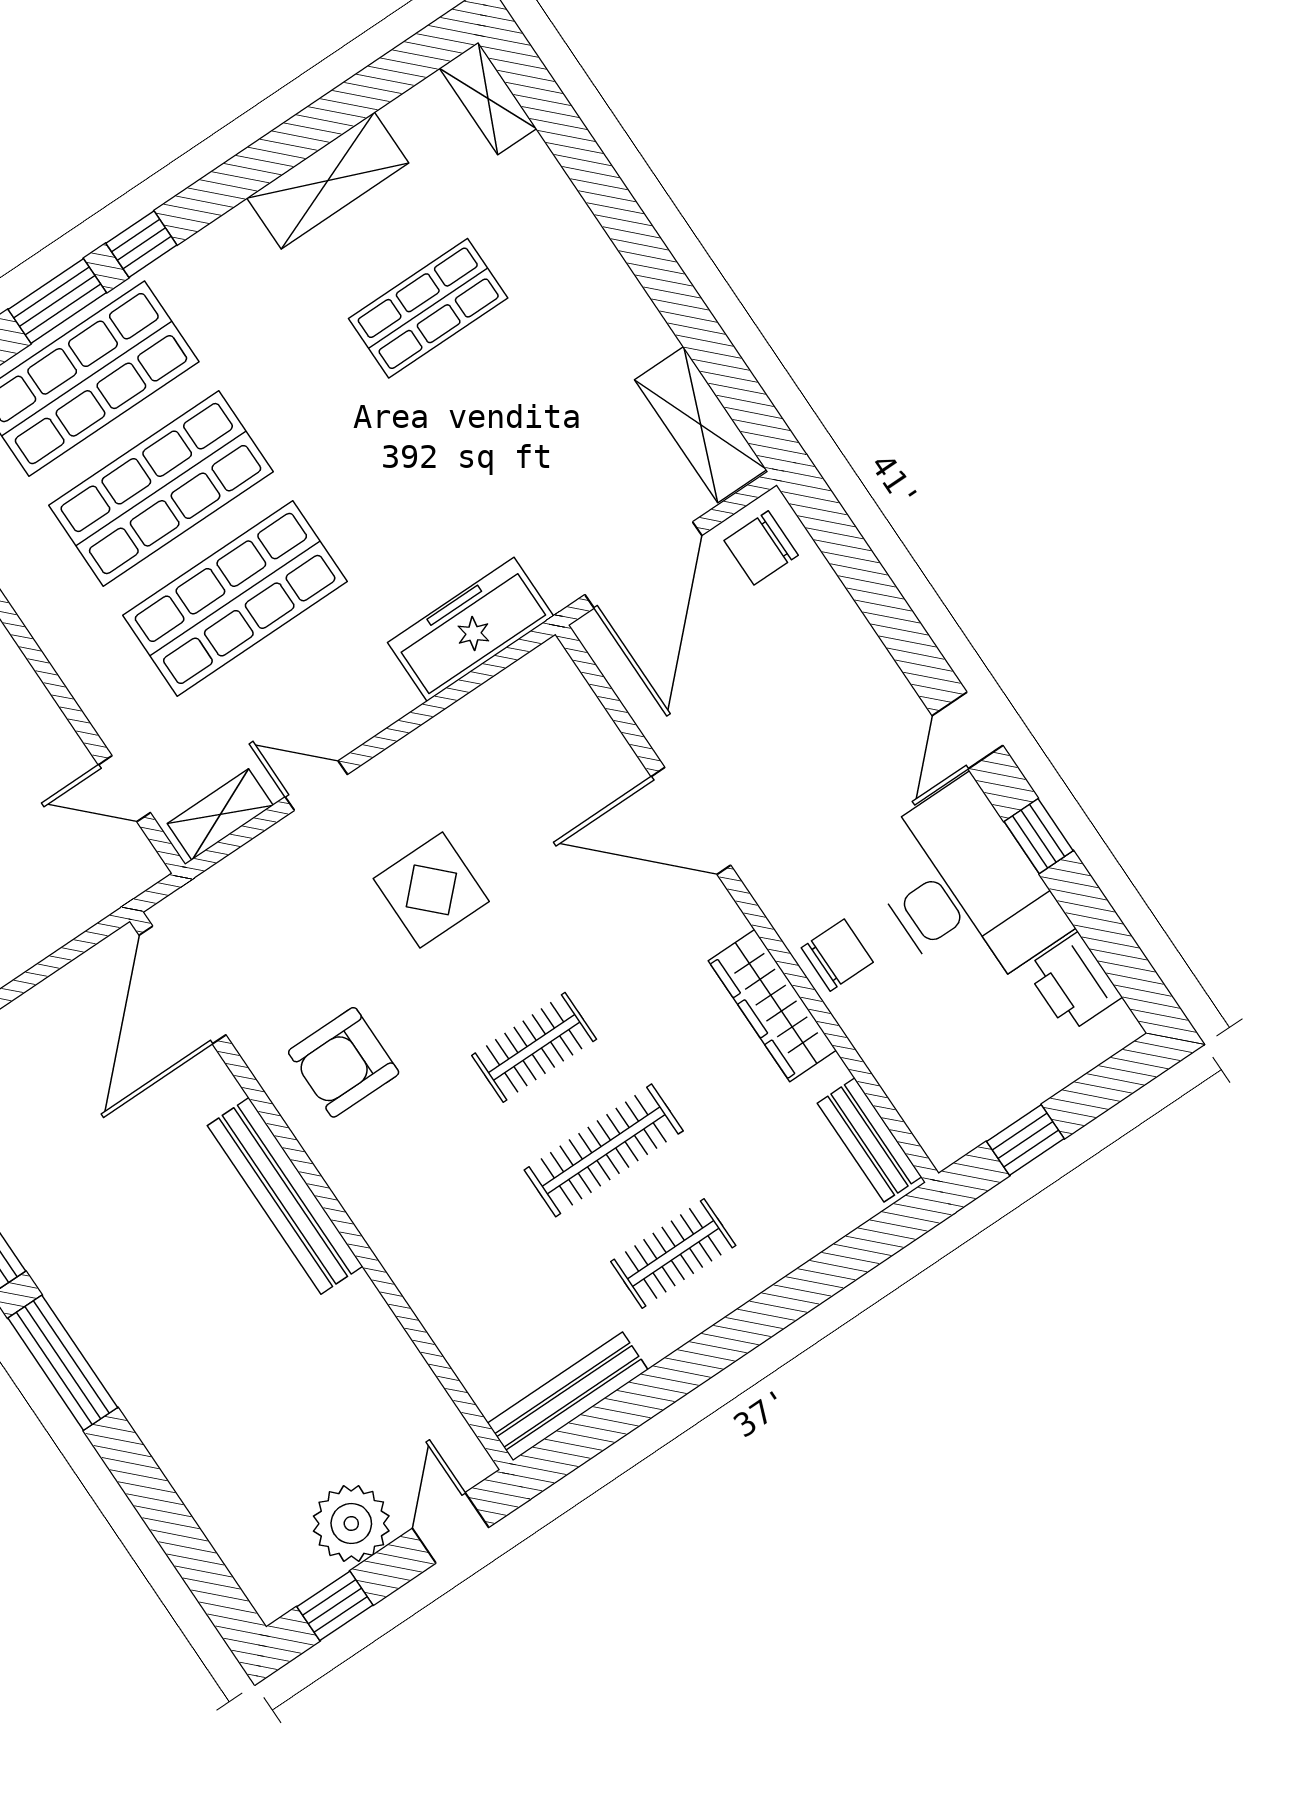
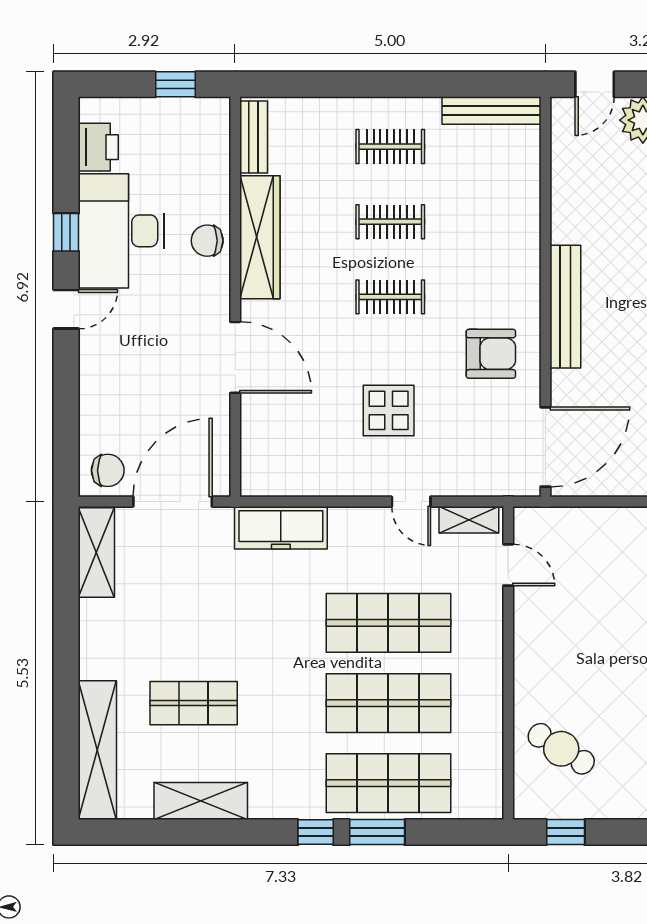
shelving: (488, 98) -> (97, 750), width x2.20, depth x1.33
wardrobe: (772, 1006) -> (260, 237), width x1.40, depth x1.17
clothes rail: (604, 1150) -> (390, 222), width x0.73

